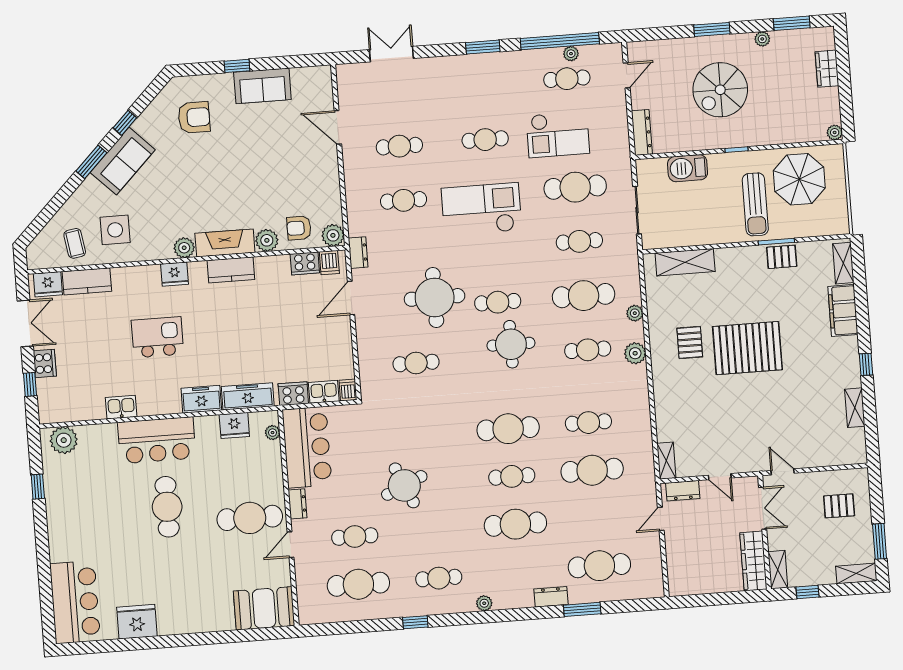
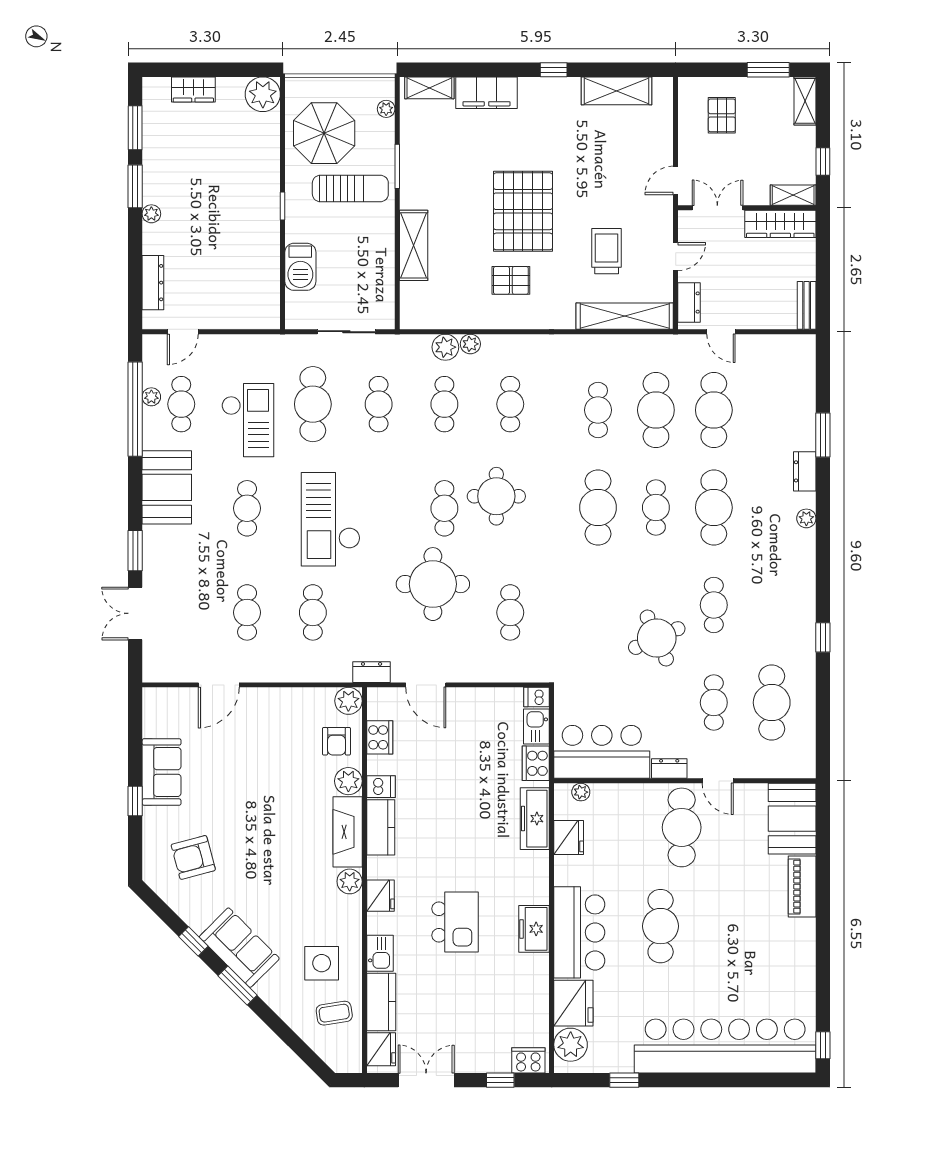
window: (712, 29) -> (135, 186), moved
plant: (762, 39) -> (151, 214), moved
window: (483, 47) -> (135, 551), moved
booth: (497, 72) -> (167, 487), added
door: (627, 75) -> (183, 332), swing flipped
spiral stairs: (720, 90) -> (209, 220), removed
armchair: (194, 117) -> (193, 857), turned -105
dresser: (642, 132) -> (153, 283), moved, turned 90
plant: (835, 132) -> (263, 94), width x1.88, depth x1.88
plant: (823, 229) -> (386, 109), added
pallet: (782, 257) -> (416, 161), removed
shelving: (685, 262) -> (414, 245), moved
dishwasher: (329, 263) -> (381, 787), moved
cafe table: (584, 296) -> (444, 404), width x0.73, depth x0.74
kitchen island: (157, 337) -> (455, 922), turned 180
plant: (635, 353) -> (445, 347), moved
cooker: (45, 363) -> (528, 1060), moved
freezer: (201, 399) -> (534, 929), moved
kitchen sink: (121, 407) -> (380, 953), moved, turned 180
shelving: (855, 408) -> (616, 91), width x1.50, depth x1.33
trolley: (720, 420) -> (607, 251), added
shelving: (666, 461) -> (625, 316), width x2.20, depth x1.33
cafe table: (167, 507) -> (661, 926), turned 90
cafe table: (599, 566) -> (714, 410), moved
cafe table: (439, 578) -> (714, 605), moved
bench: (688, 588) -> (807, 305), added
bar counter: (75, 602) -> (725, 1046), width x1.86
plant: (484, 603) -> (806, 518), moved
piano: (209, 621) -> (802, 887), added
fridge: (137, 622) -> (573, 1003), moved, turned 180
window: (79, 648) -> (823, 1045), added

